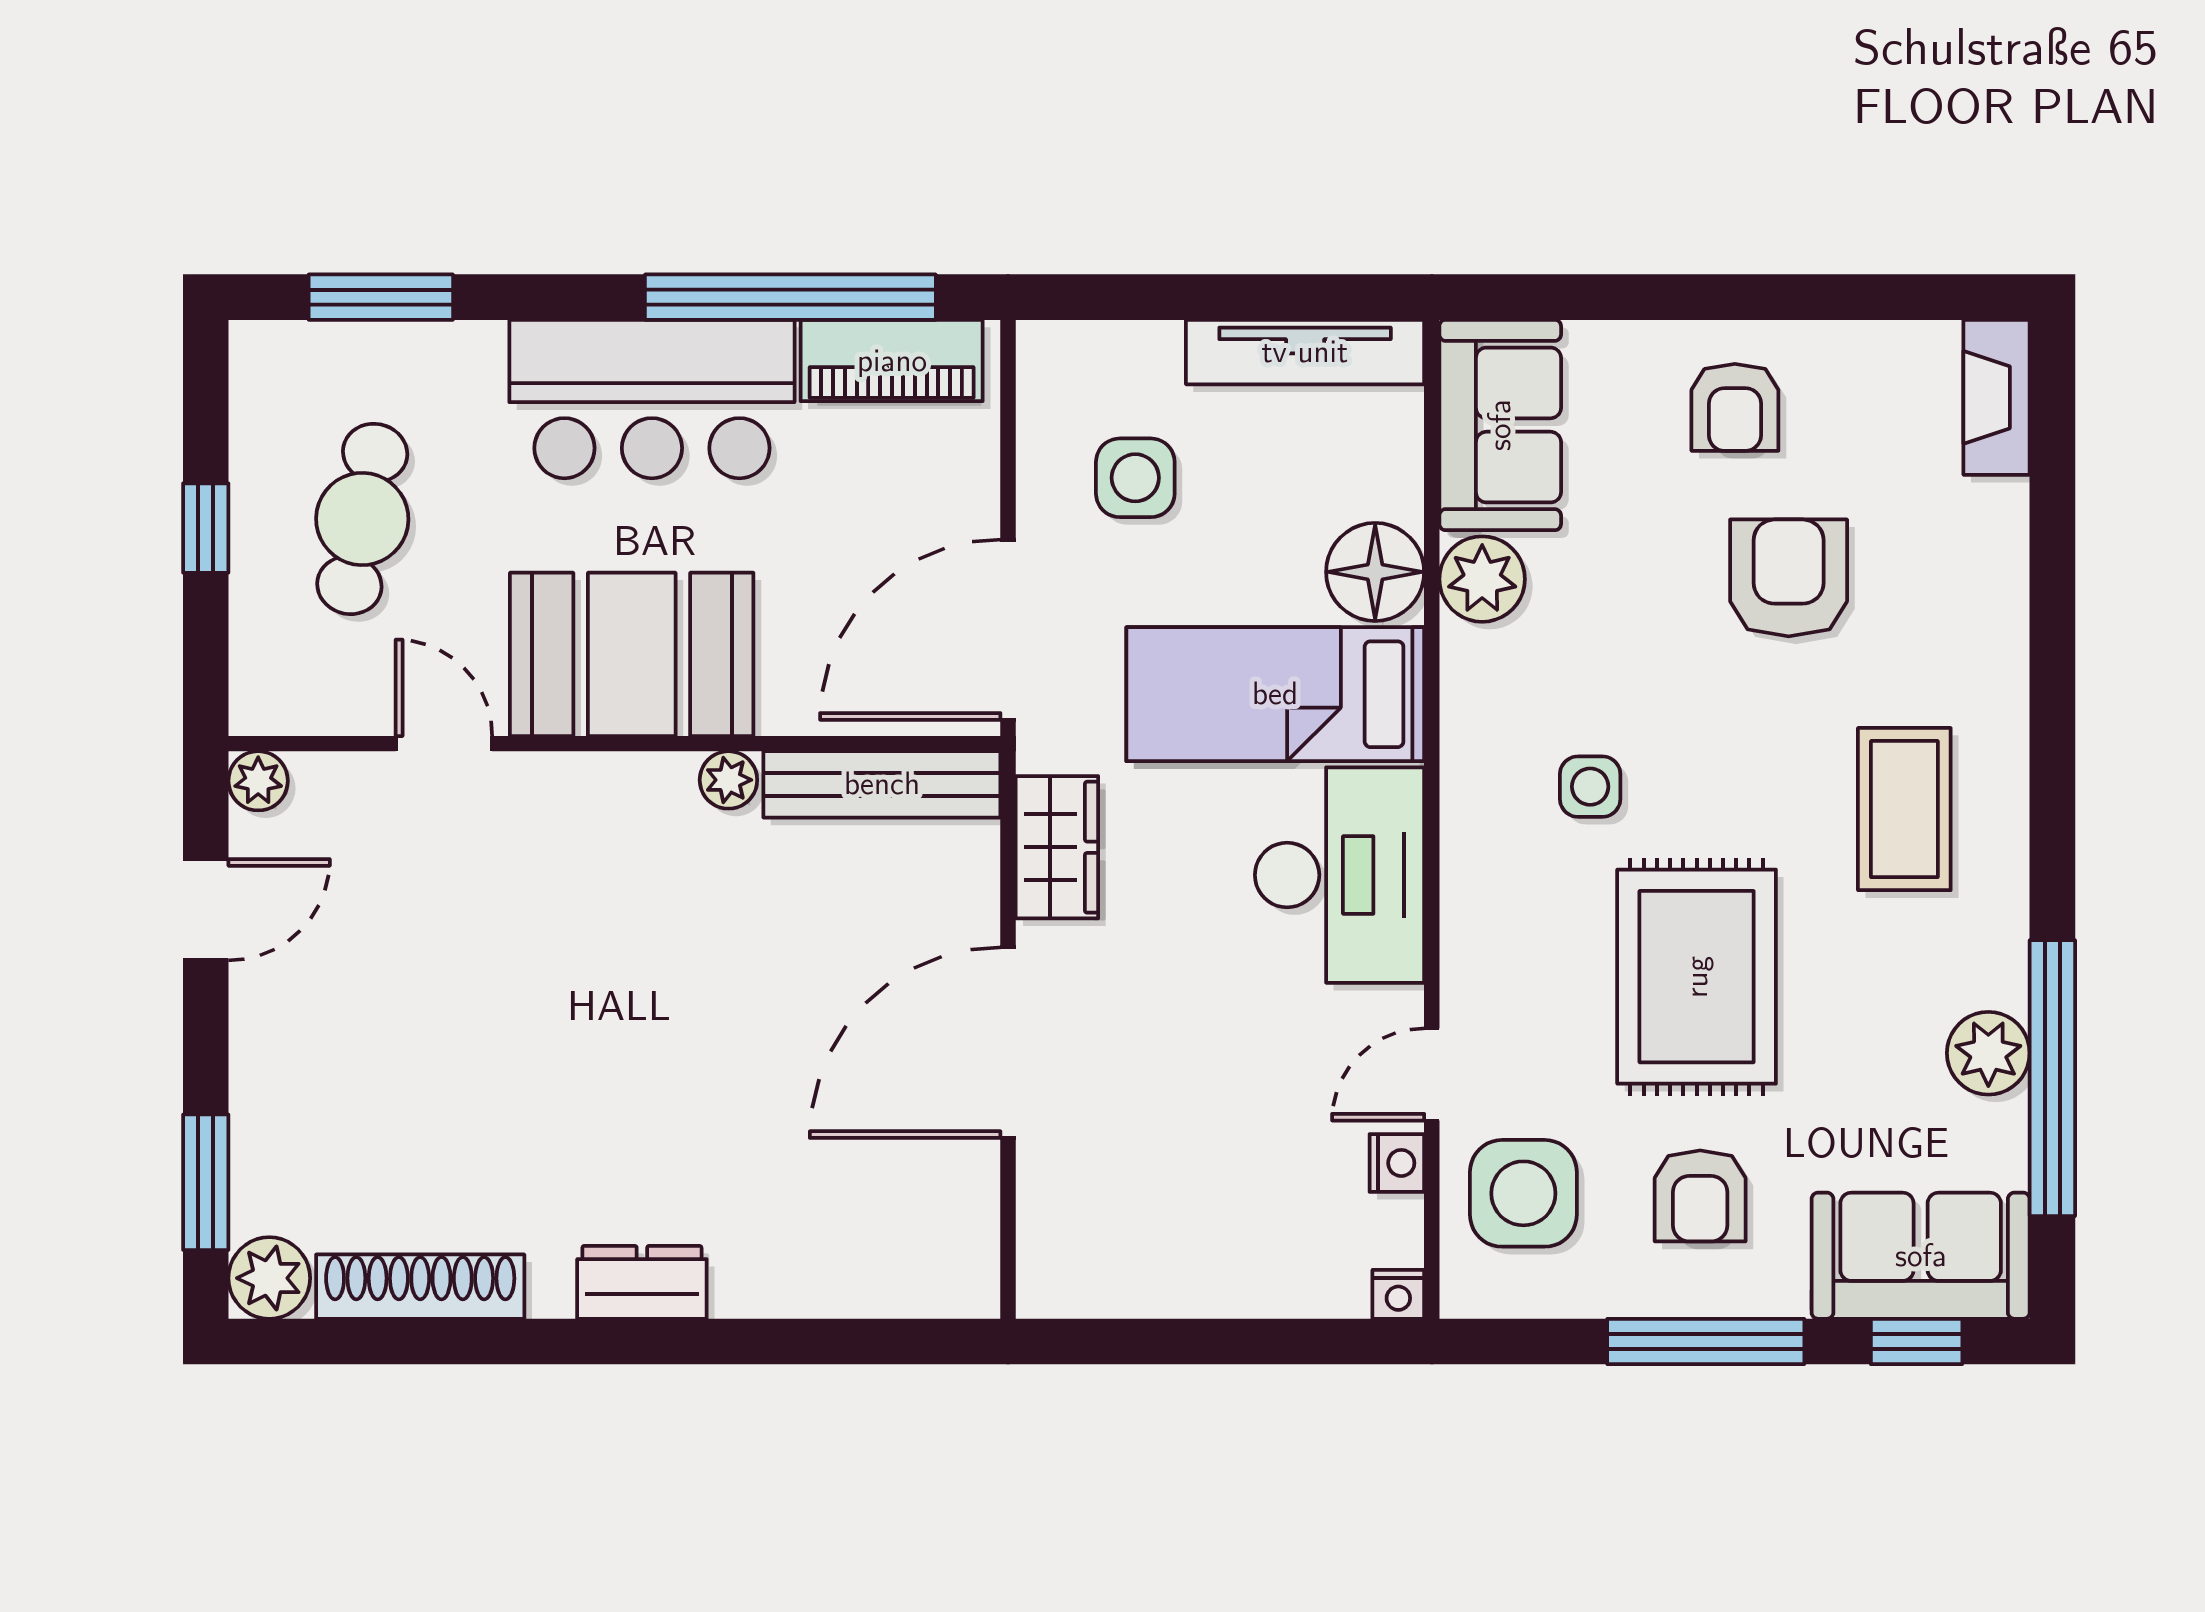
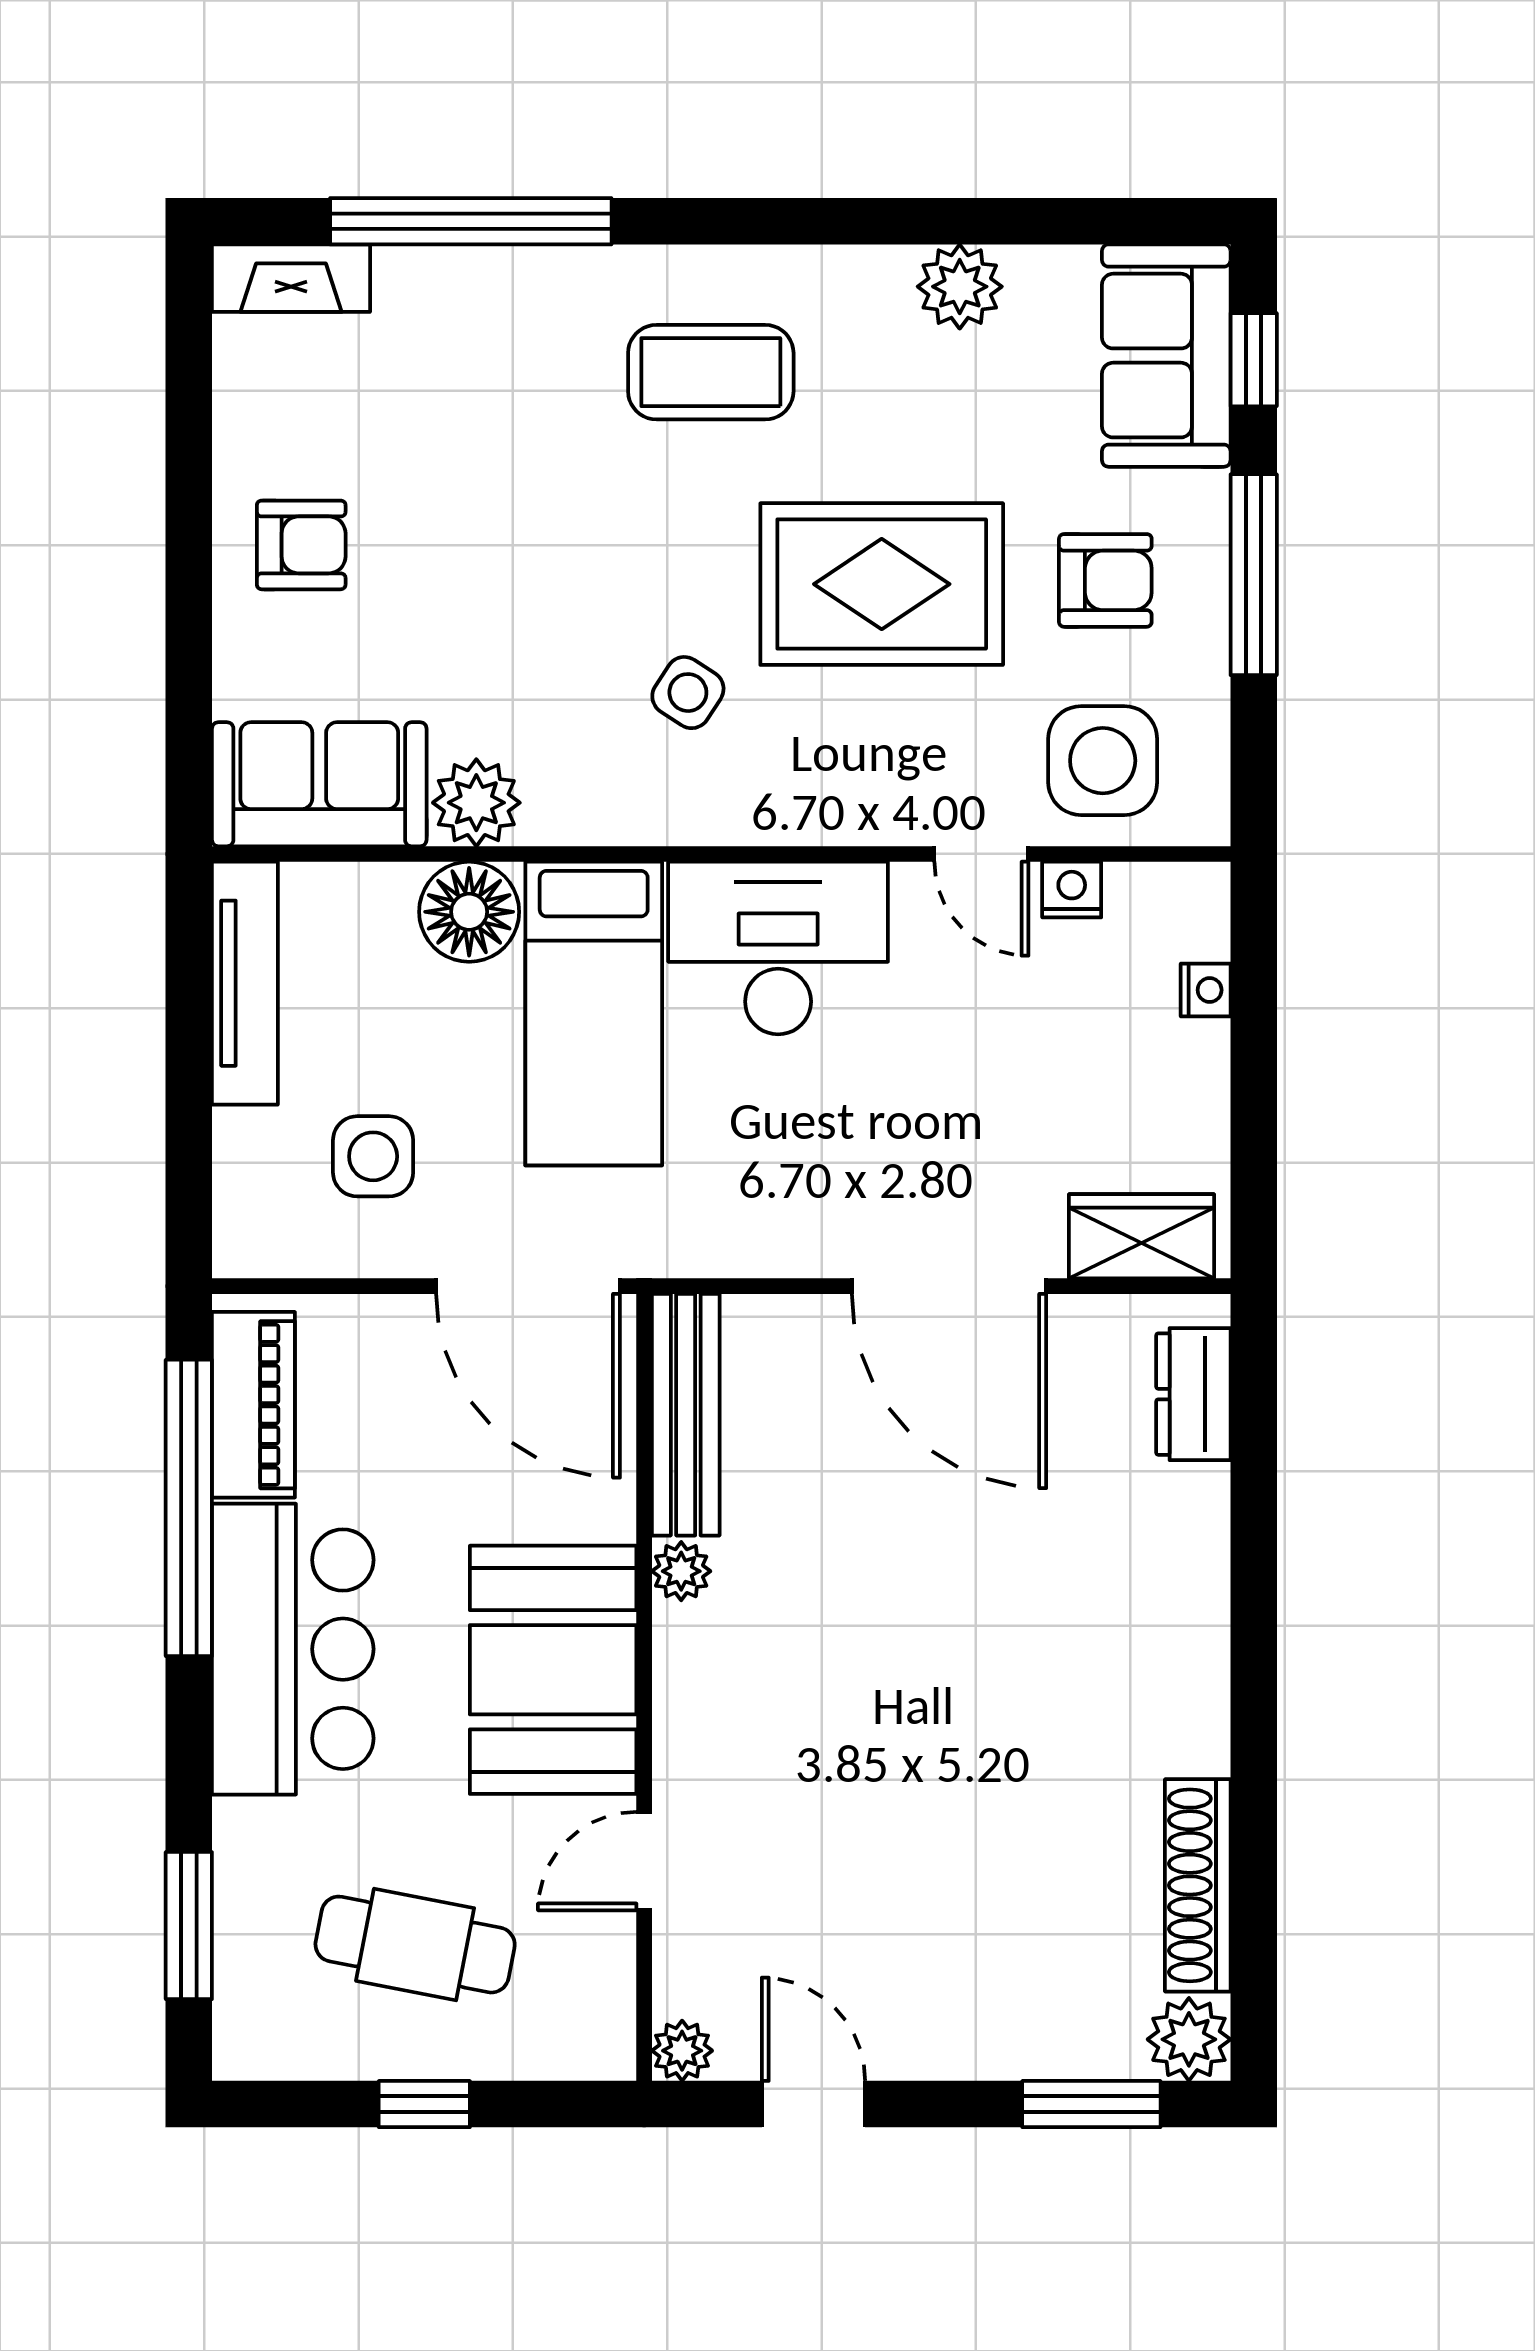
armchair: (1789, 578) -> (475, 490), removed
side table: (1590, 787) -> (688, 693), turned 33
wardrobe: (1057, 847) -> (1141, 1236), moved
window: (2052, 1078) -> (471, 221), moved
dresser: (642, 1282) -> (1193, 1394), moved
nightstand: (1398, 1294) -> (1206, 990), moved

